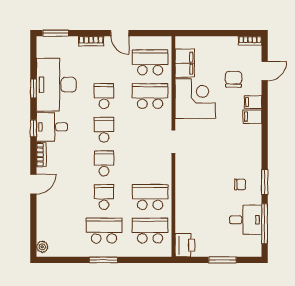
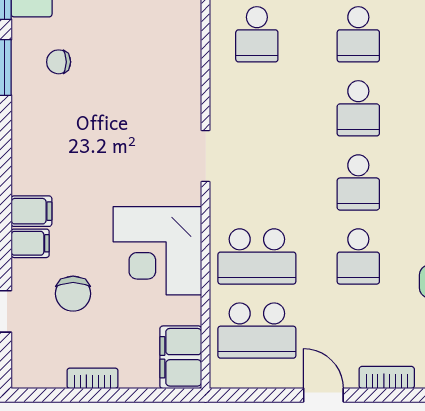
bookcase: (250, 41) -> (93, 378), moved
filing cabinet: (185, 63) -> (181, 357), moved
school desk: (150, 197) -> (257, 34), width x0.54

